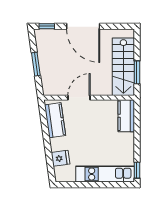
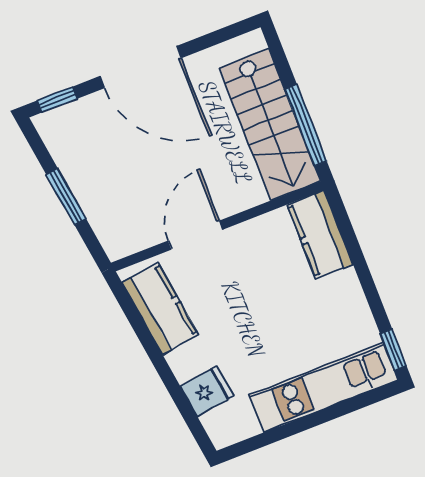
window: (137, 72) -> (306, 125), width x1.44

